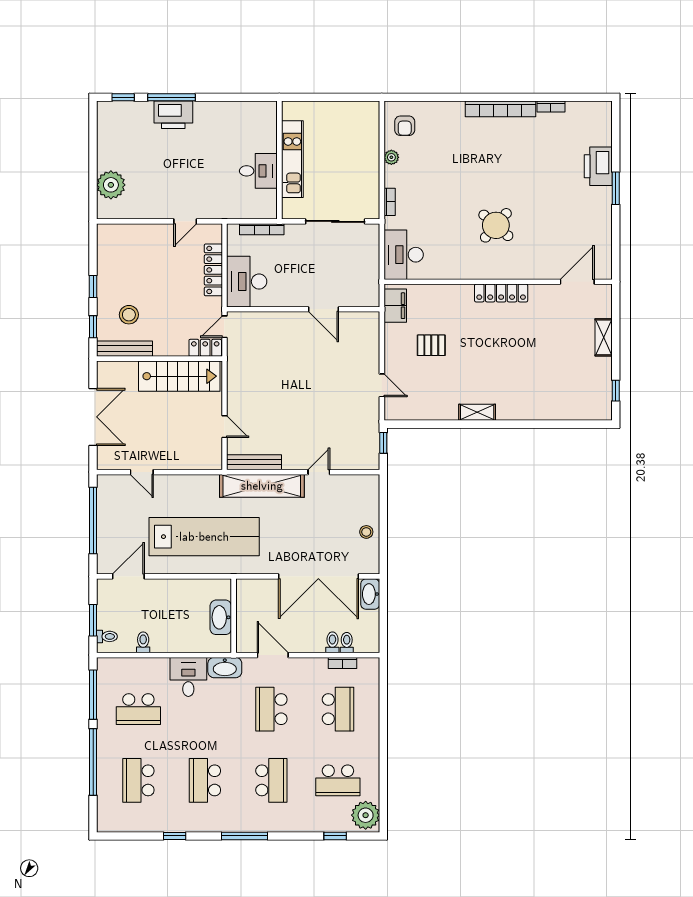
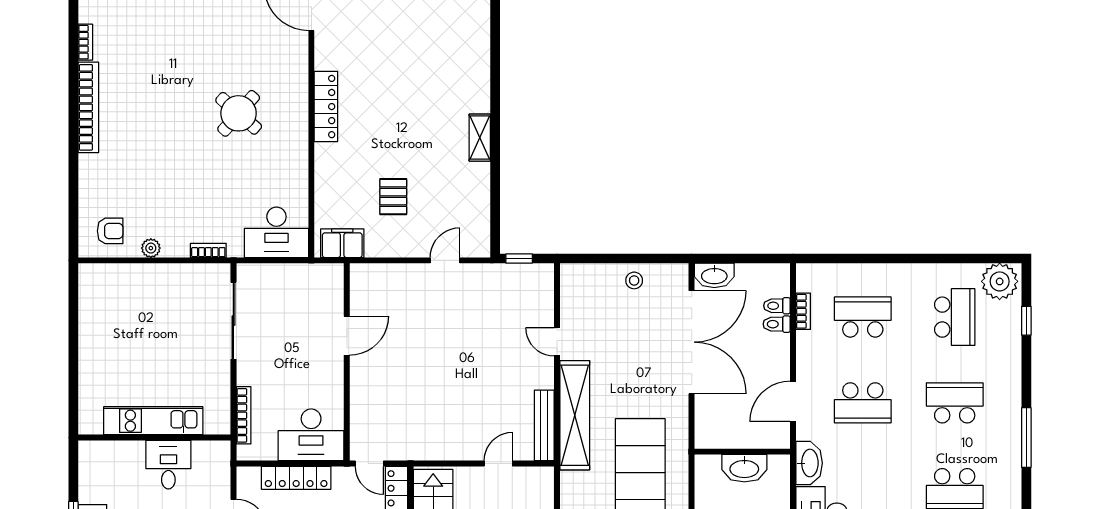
kitchen unit: (292, 159) -> (153, 421), moved
wall: (279, 160) -> (154, 437), moved
desk: (258, 171) -> (168, 465), moved

